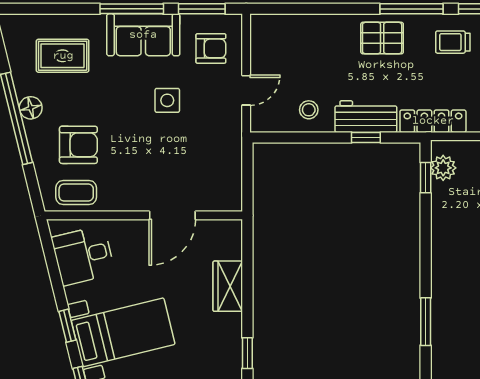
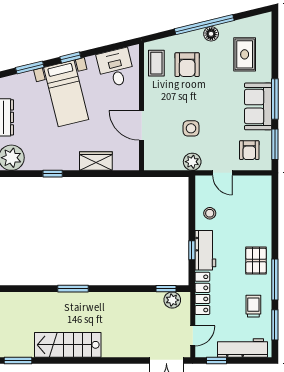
side table: (167, 100) -> (191, 128), moved
plant: (229, 137) -> (192, 162), added

